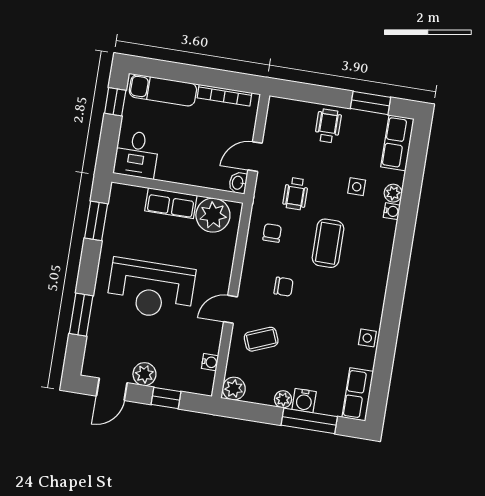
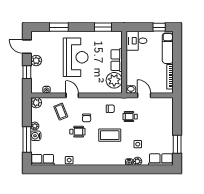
wheelchair: (328, 126) -> (77, 132), moved
reception desk: (151, 289) -> (76, 57), turned 180

